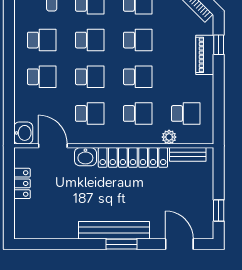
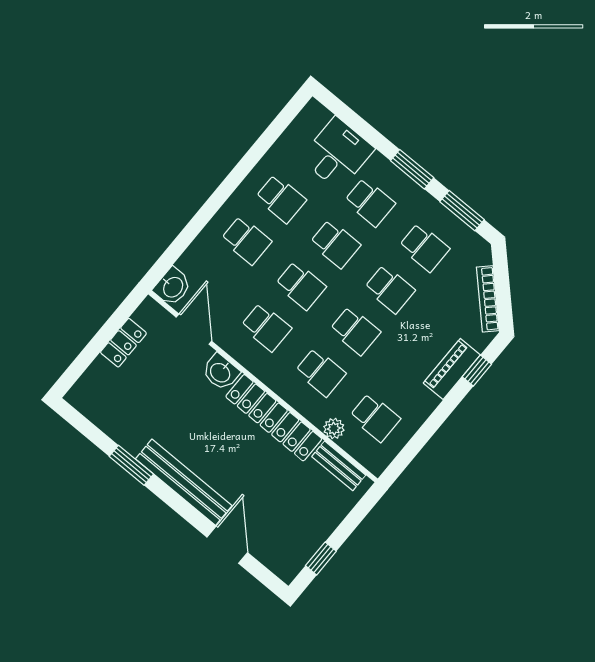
window: (121, 244) -> (131, 465), moved
door: (179, 244) -> (227, 545), moved

